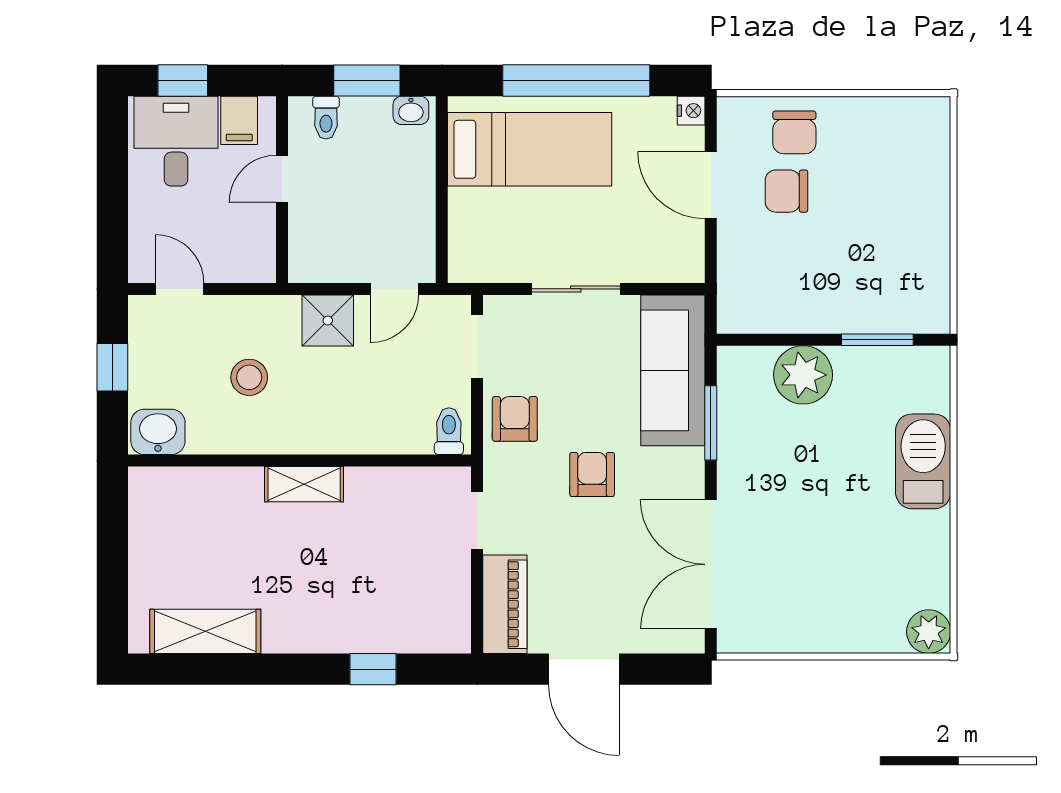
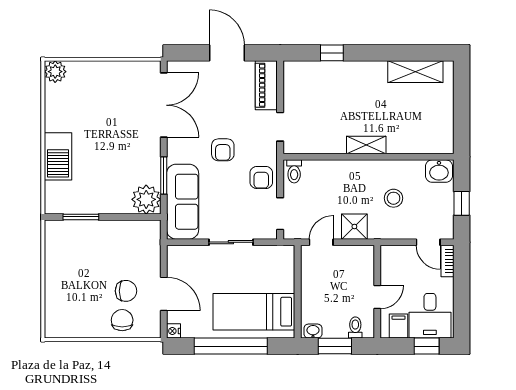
bookcase: (141, 251) -> (448, 261), added
plant: (803, 375) -> (146, 199), moved

